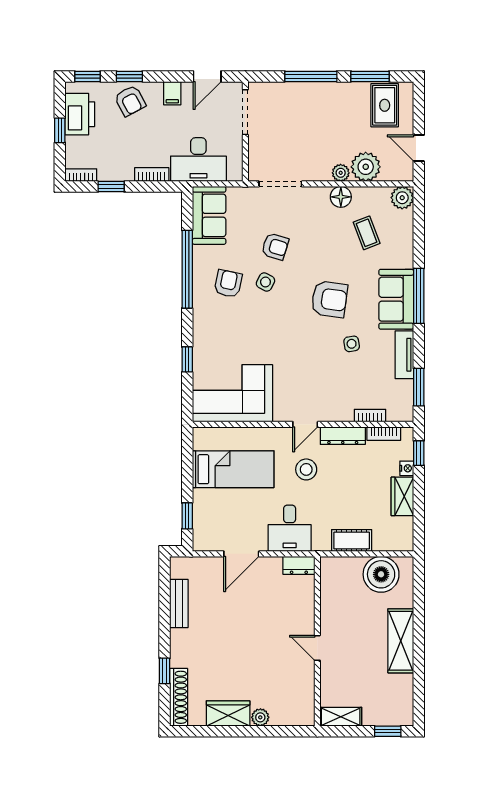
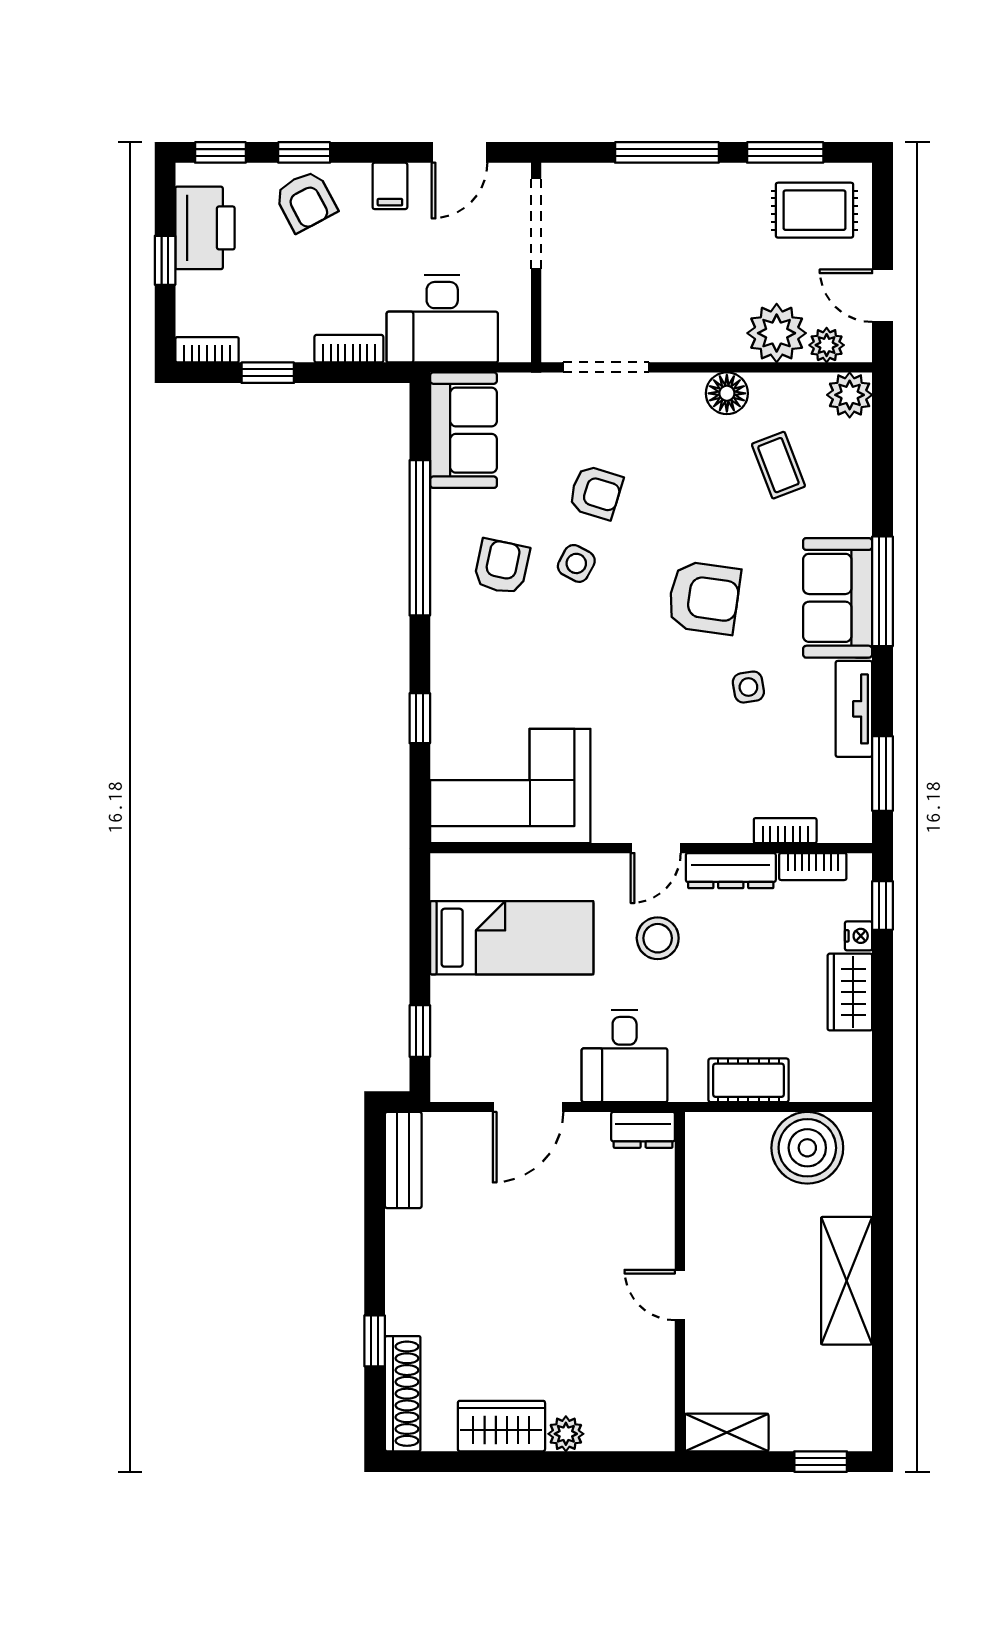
rug: (385, 105) -> (815, 210), turned 90
plant: (341, 173) -> (827, 345), moved
bench: (179, 604) -> (403, 1160), moved

